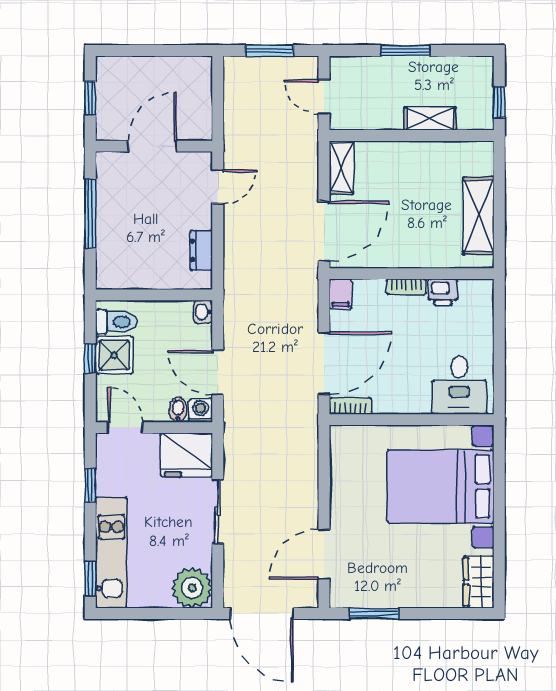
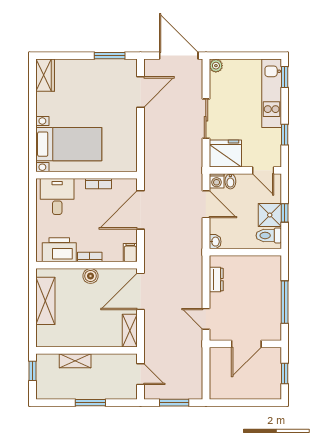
door: (218, 186) -> (206, 319), hinge flipped
boiler: (405, 256) -> (91, 276), added
printer: (443, 292) -> (59, 250), width x1.87, depth x1.48
bookcase: (350, 406) -> (98, 184), moved
bed with nightstands: (441, 486) -> (69, 144), width x0.73
plant: (192, 588) -> (216, 66), width x0.53, depth x0.53

